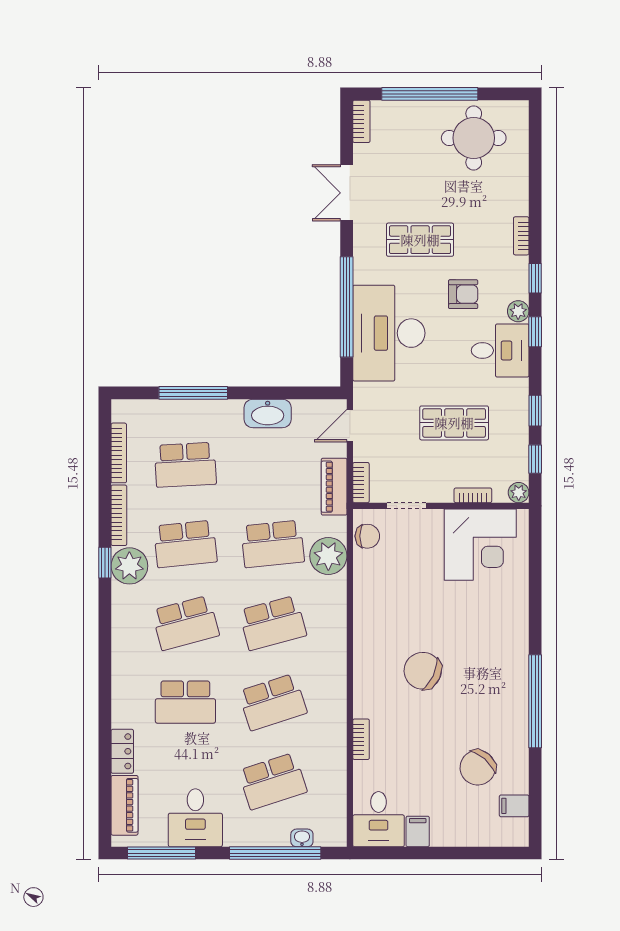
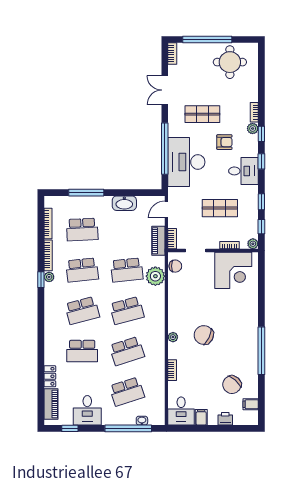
plant: (518, 311) -> (253, 128), moved
plant: (129, 566) -> (49, 277), width x0.53, depth x0.53
plant: (363, 675) -> (173, 337), added
printer: (465, 834) -> (225, 419), added
window: (162, 853) -> (70, 428), width x0.46

